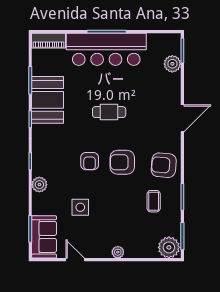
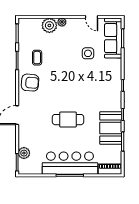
cafe table: (109, 112) -> (68, 120), width x1.37, depth x1.35
armchair: (90, 161) -> (82, 85), removed
armchair: (122, 162) -> (59, 85), removed
plant: (39, 185) -> (116, 69), removed
sofa: (44, 237) -> (113, 38), width x1.36
plant: (169, 247) -> (49, 25), moved

